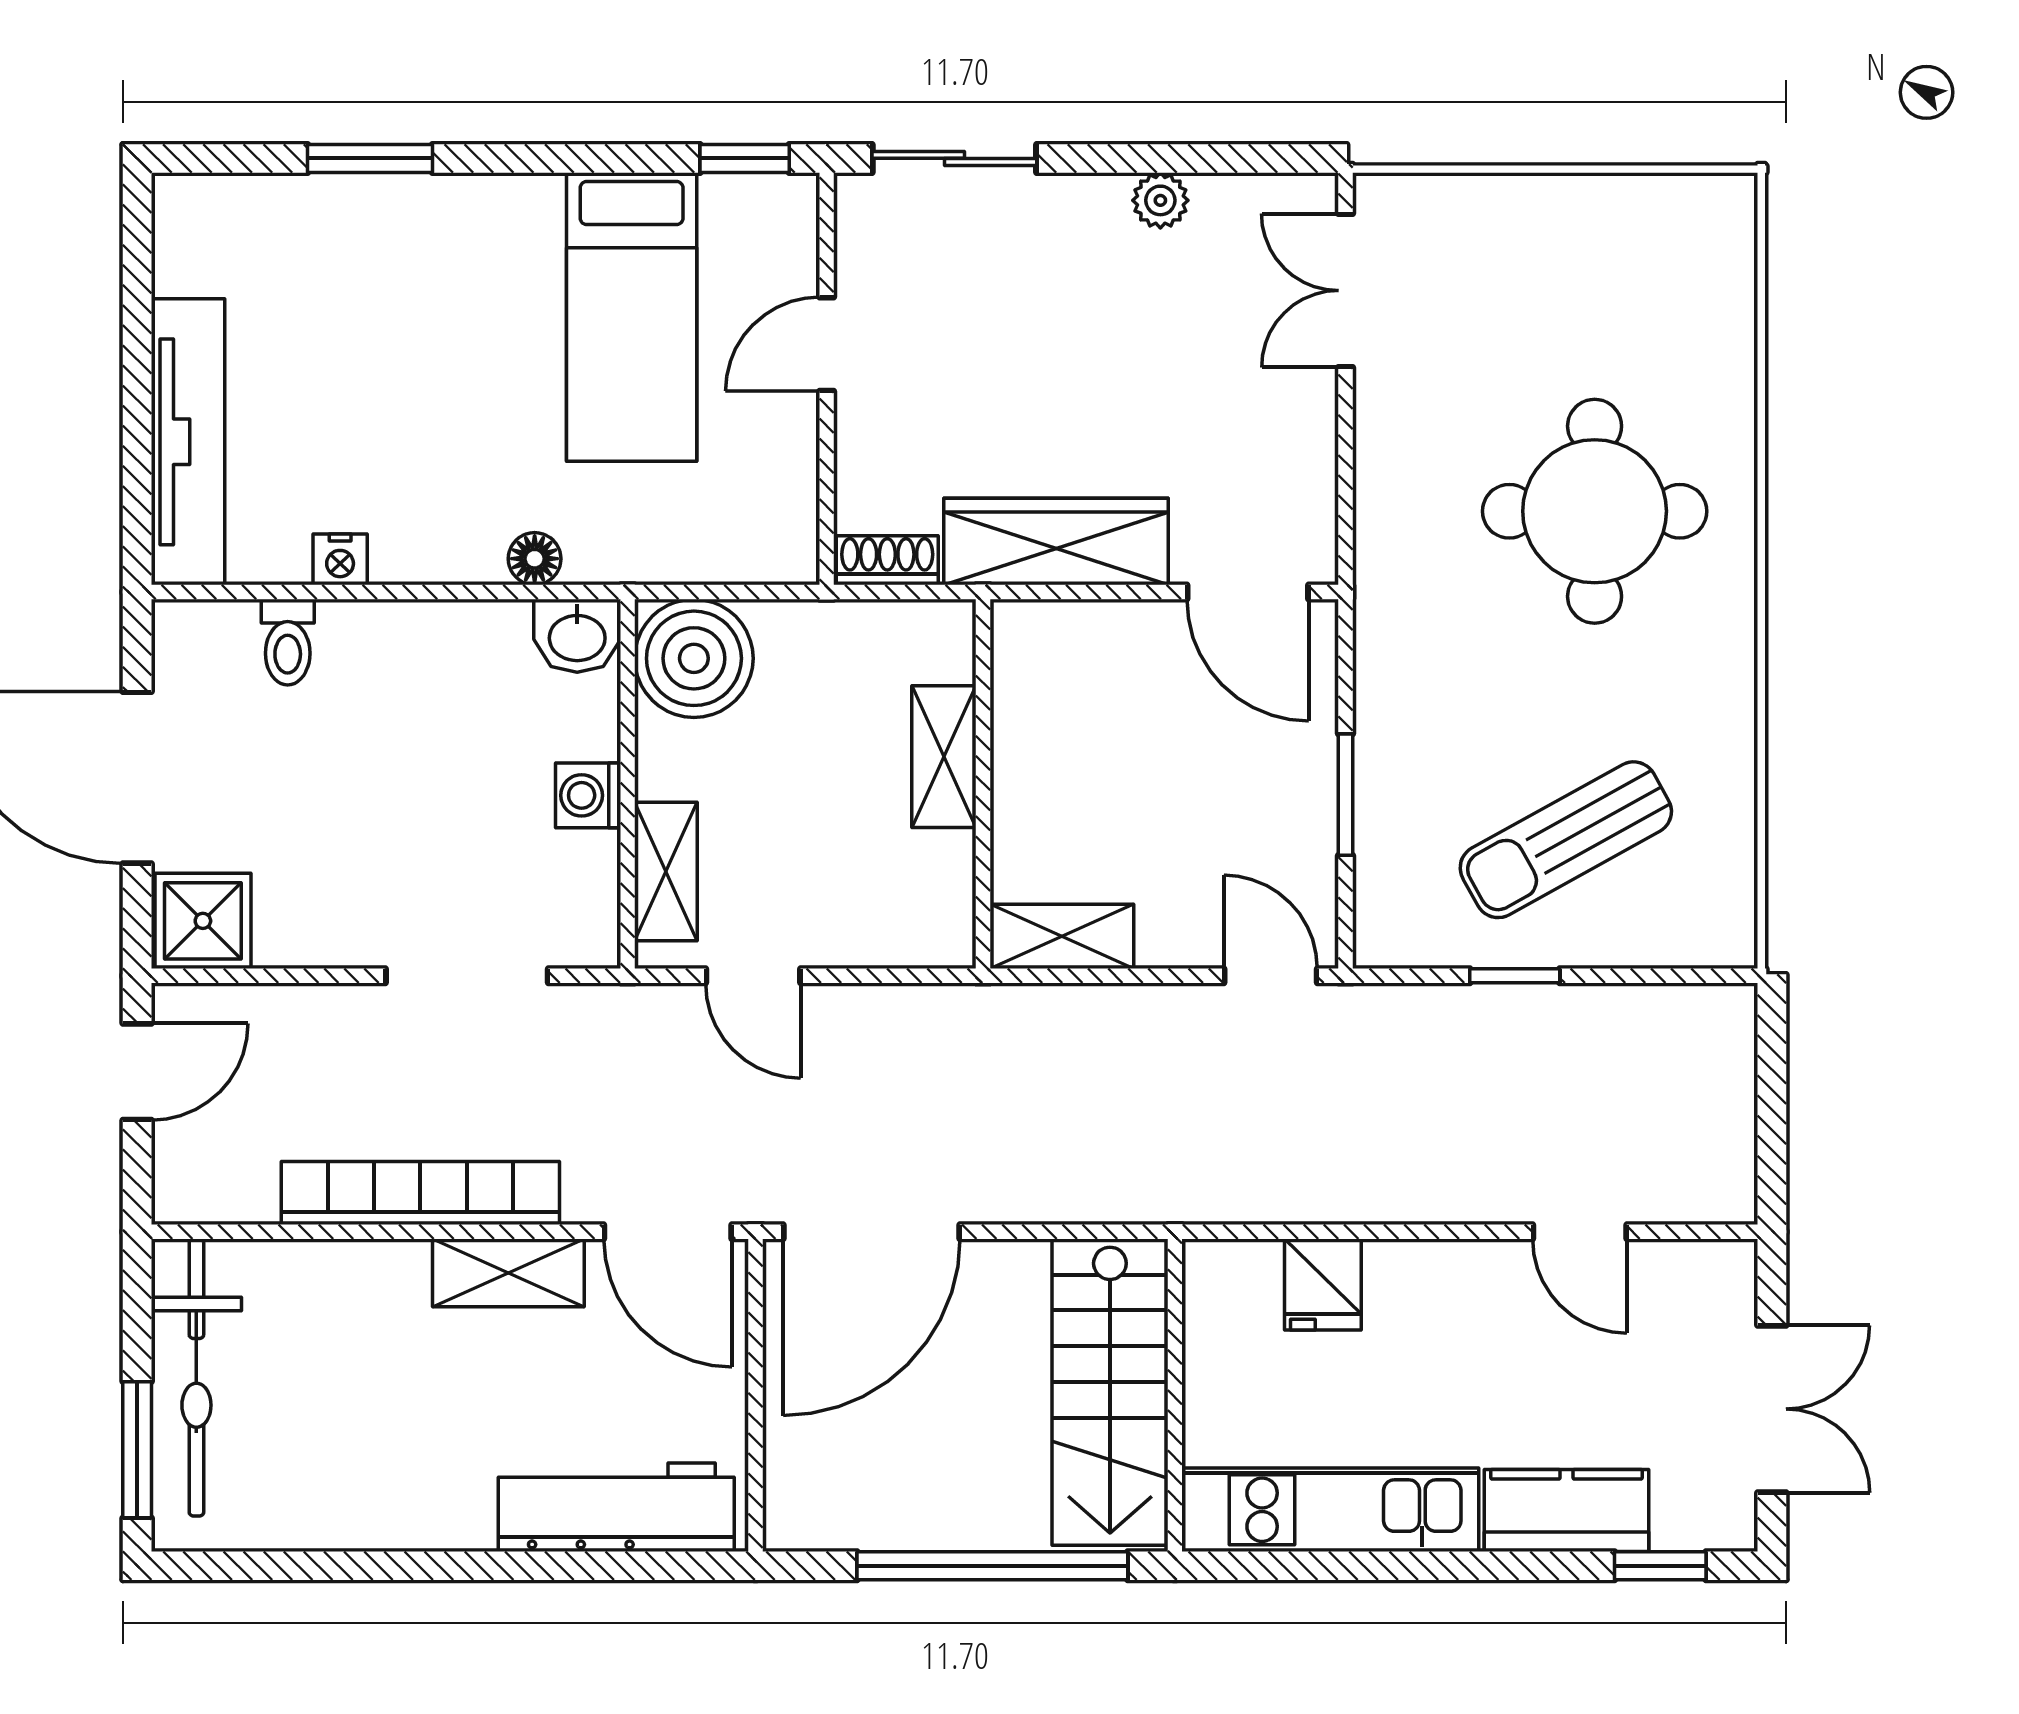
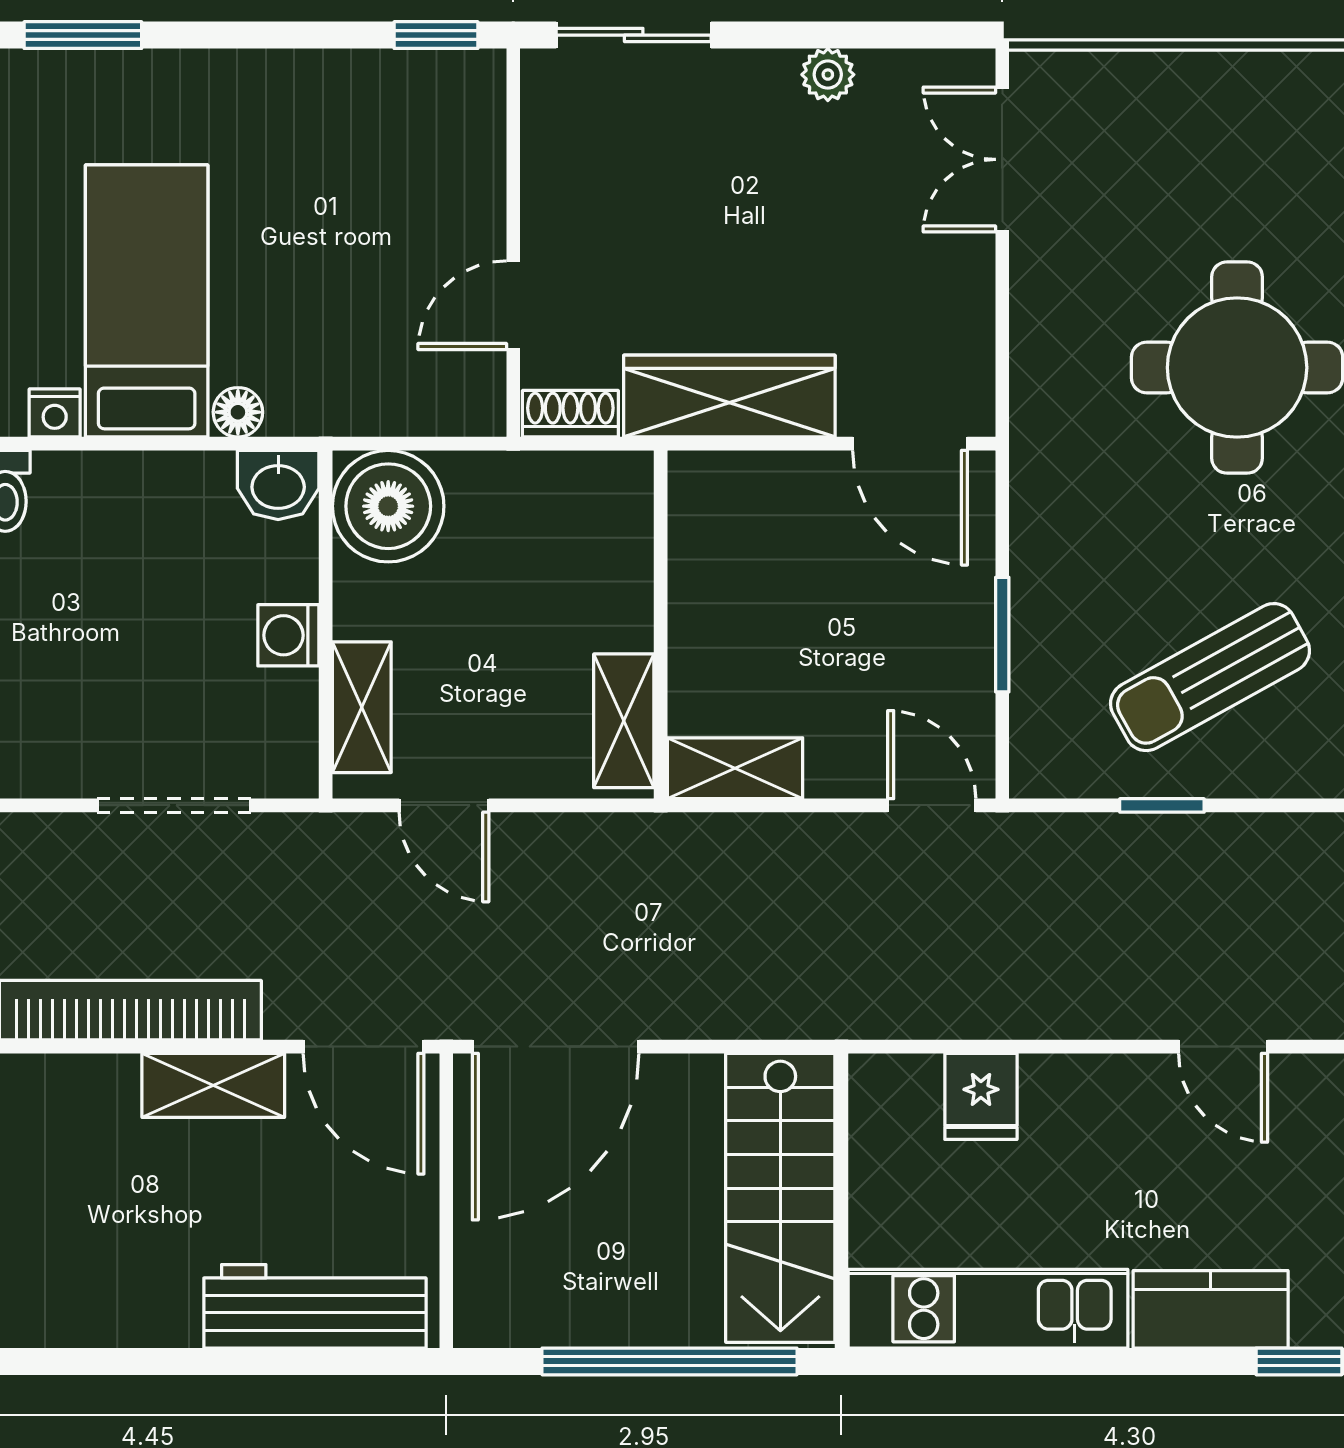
bed: (632, 317) -> (147, 301), moved, turned 180
door: (827, 344) -> (513, 305), moved
shelving: (944, 757) -> (624, 721), moved

